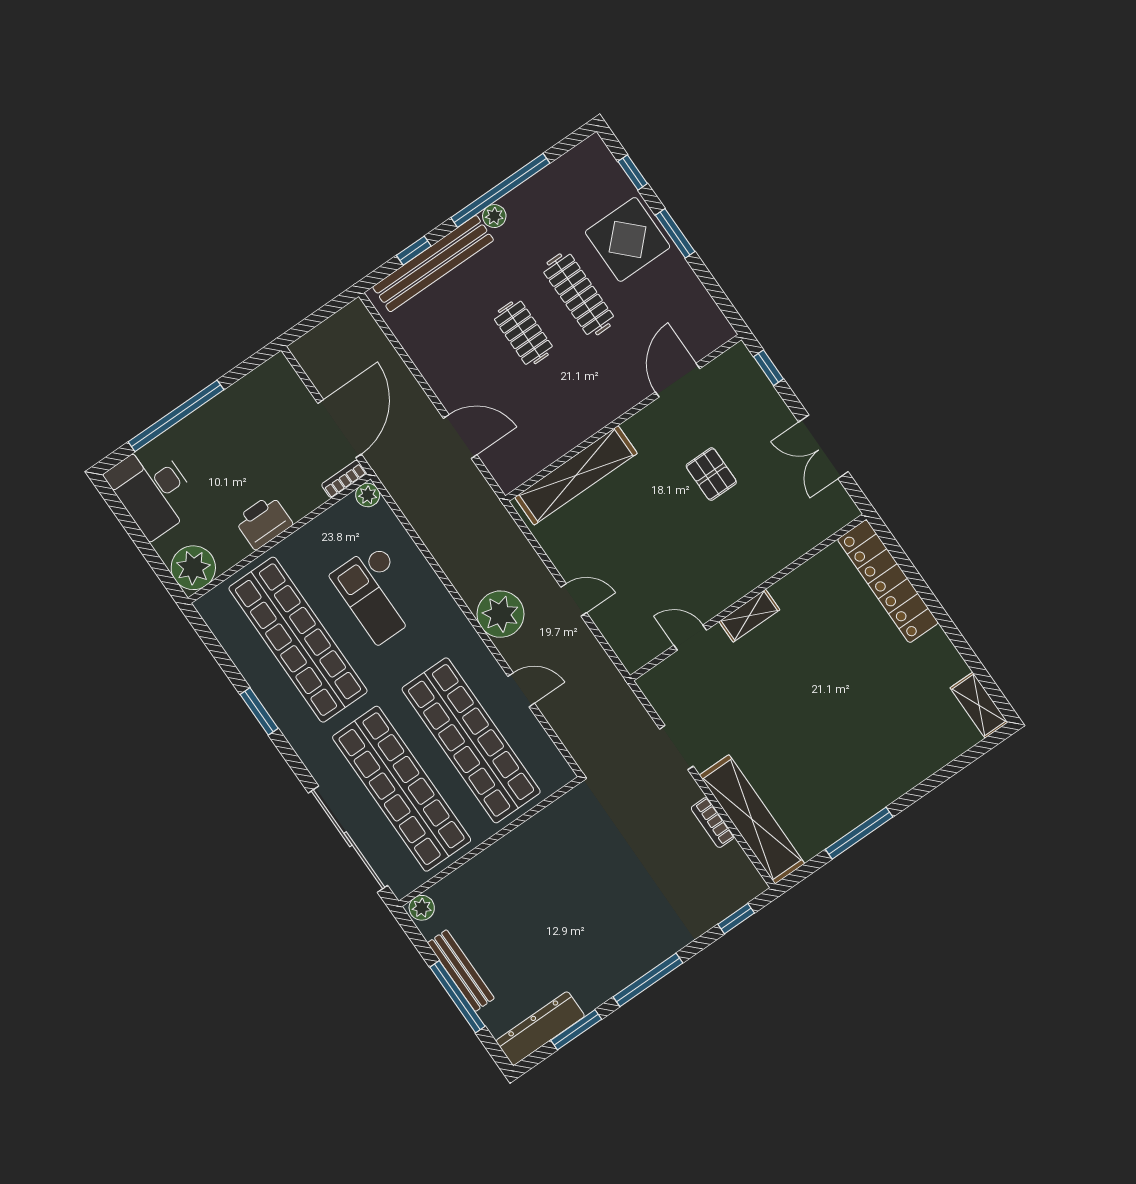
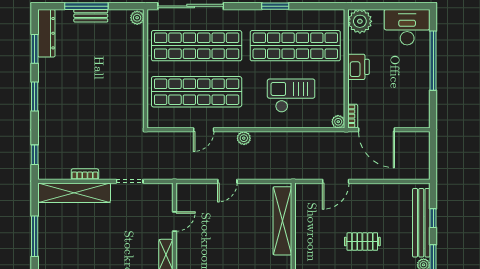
plant: (501, 614) -> (244, 138), width x0.53, depth x0.53
bench: (461, 971) -> (91, 16), width x0.73
window: (648, 980) -> (35, 96), width x0.69

